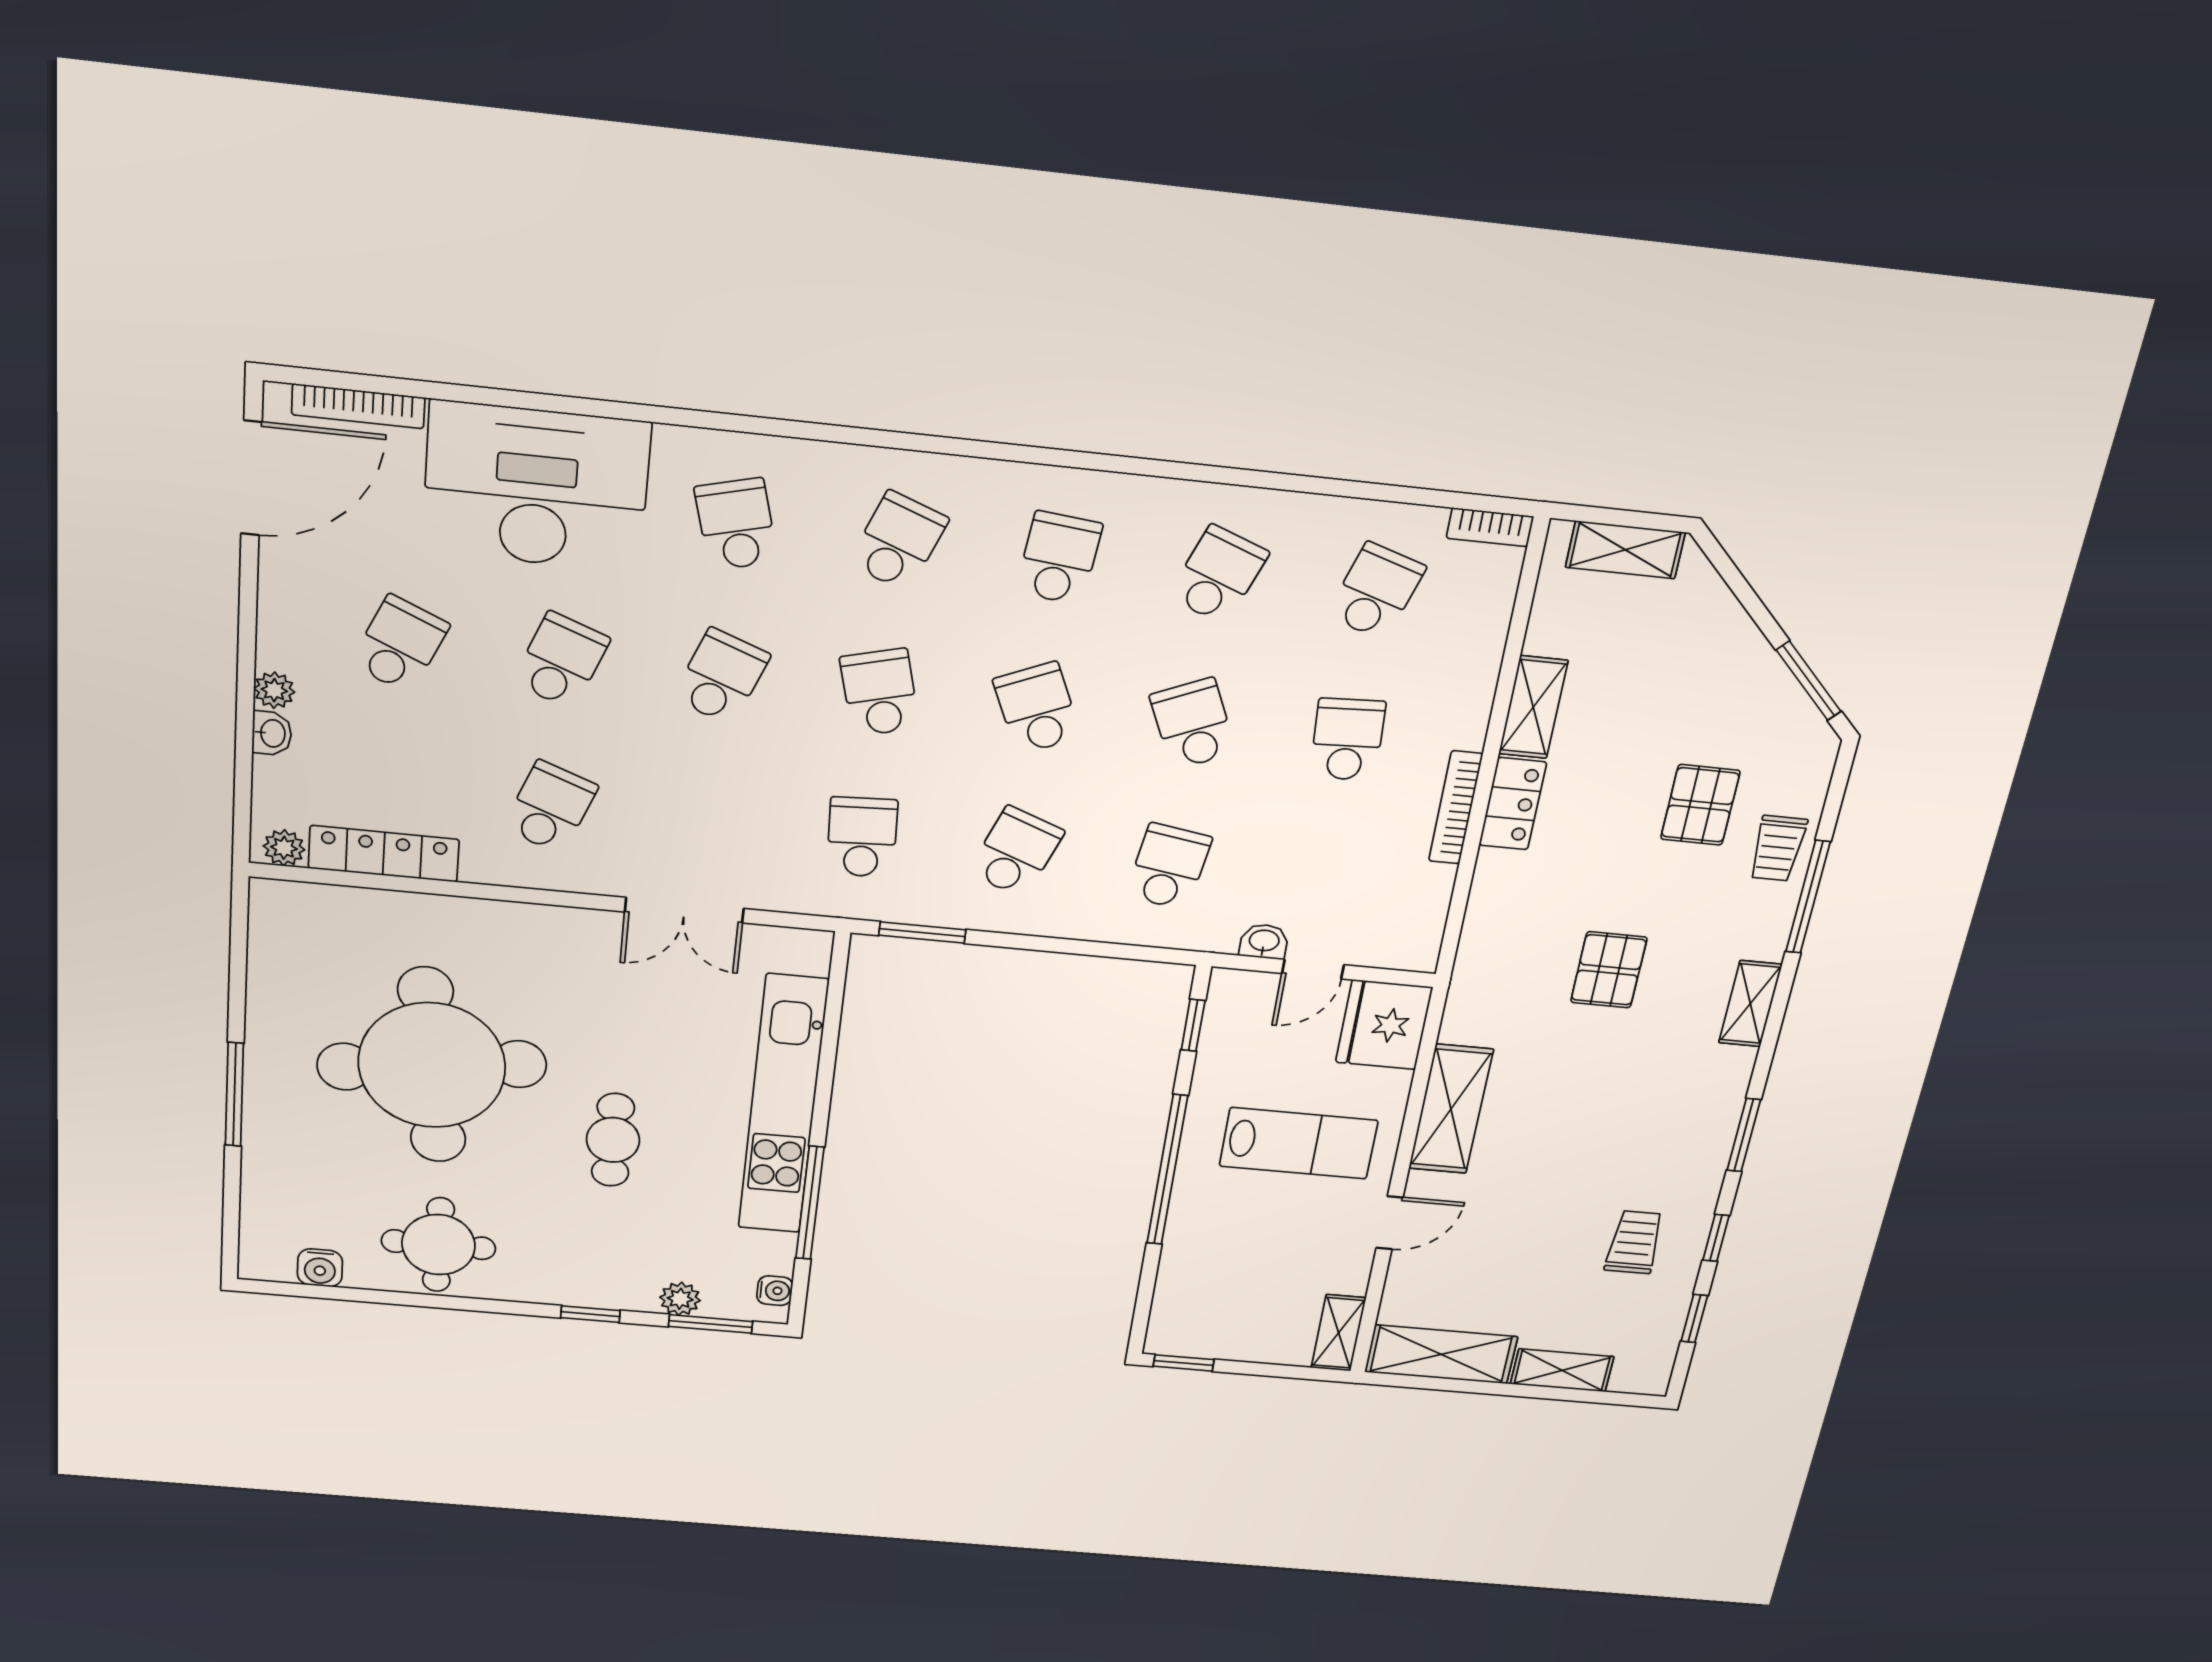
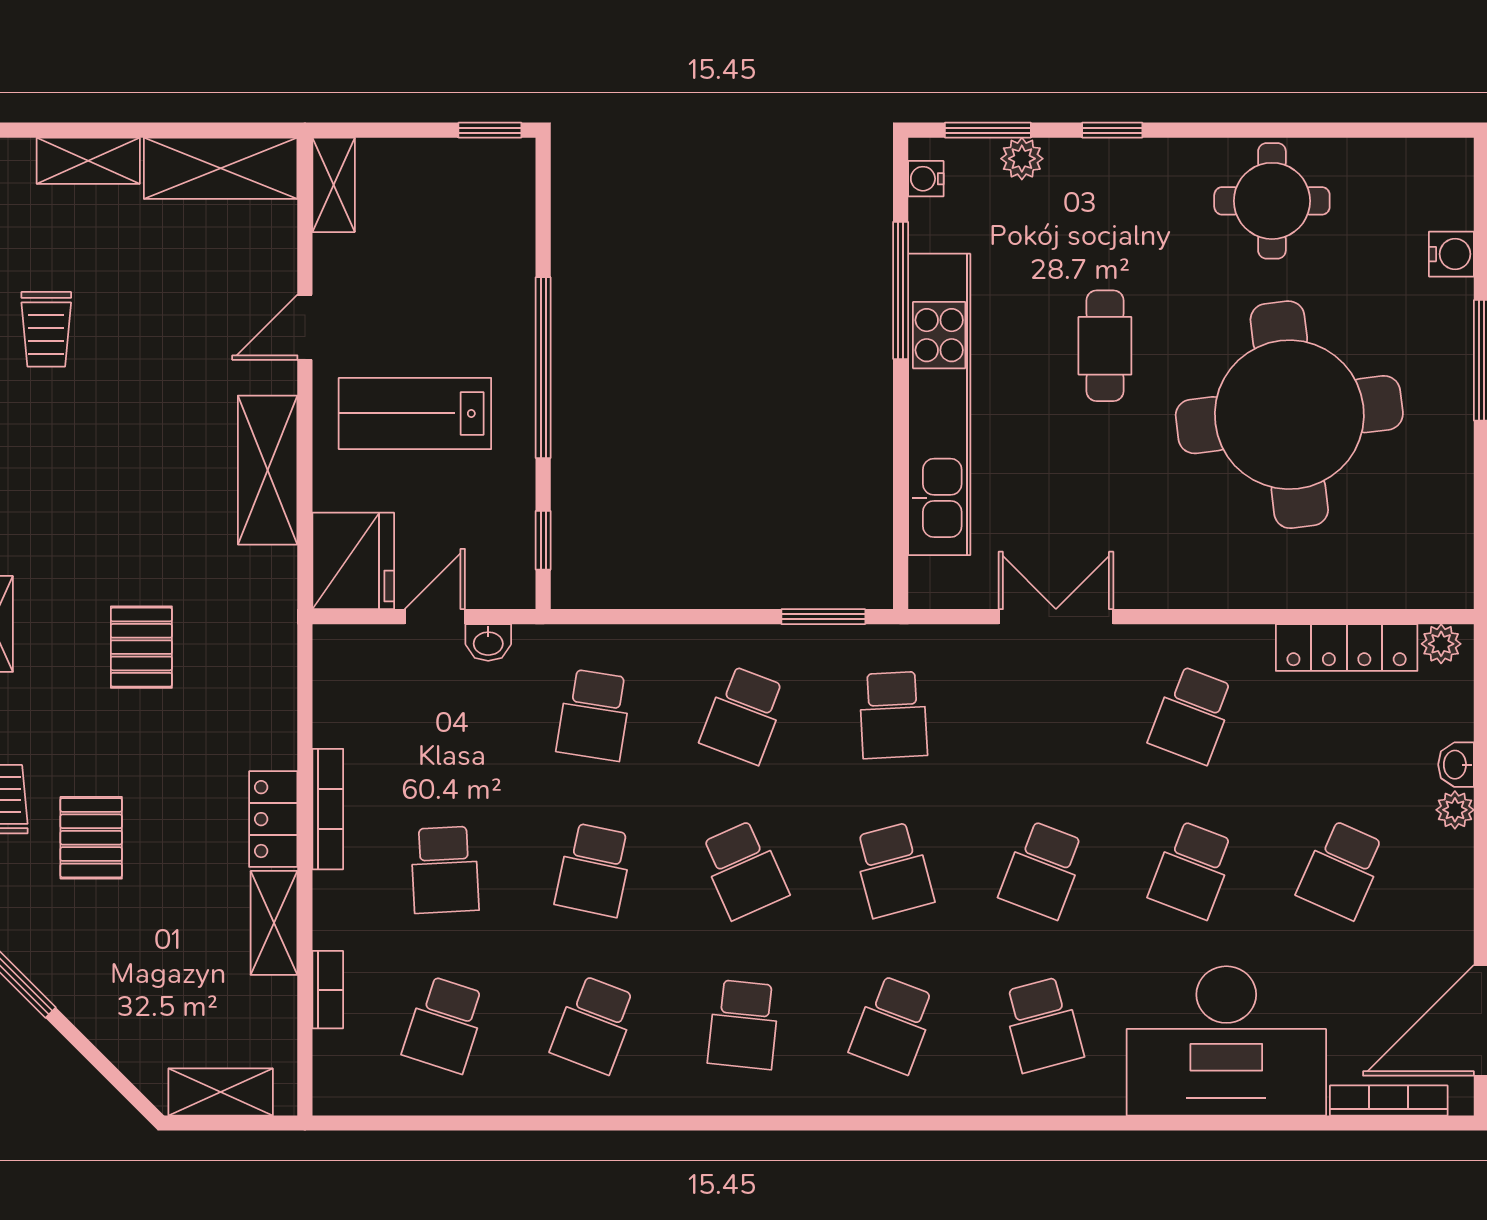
bookcase: (1490, 527) -> (328, 990), moved, turned 90
school desk: (1193, 724) -> (594, 870), turned 36
water cooler: (320, 1268) -> (1451, 254), moved, turned 90

